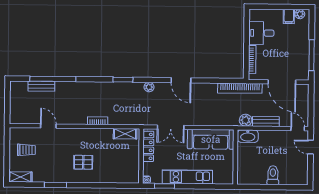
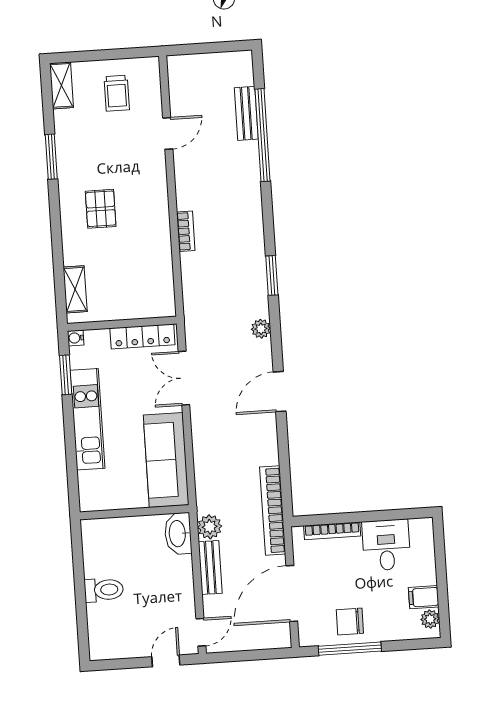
chair: (298, 54) -> (350, 622), added
shelving: (125, 134) -> (75, 289), moved

